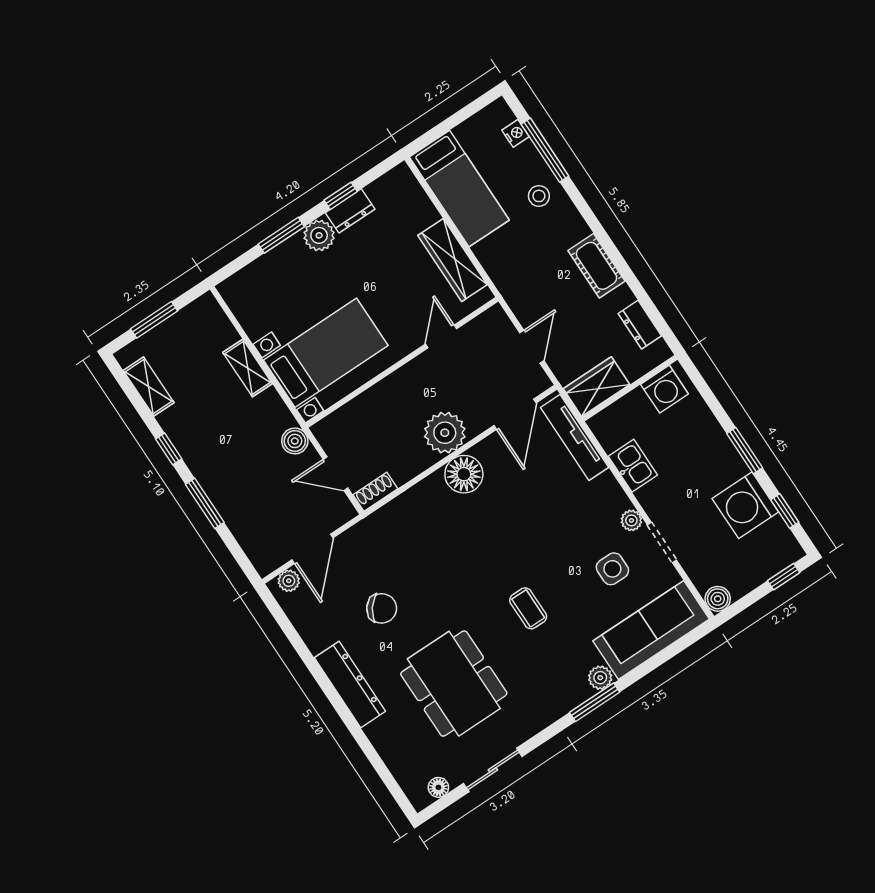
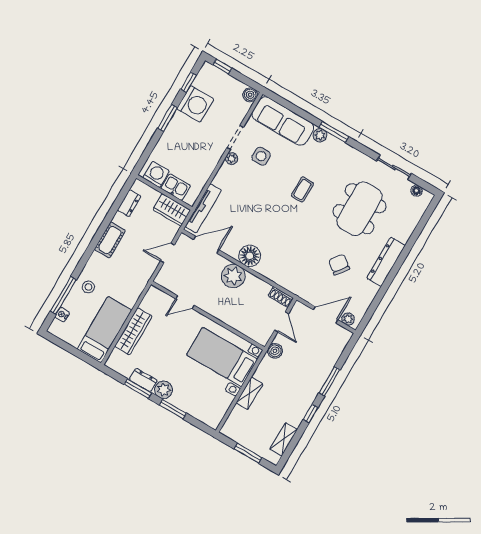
window: (341, 196) -> (138, 389), width x1.50
wardrobe: (453, 260) -> (133, 331), moved
kitchen sink: (633, 466) -> (176, 187), moved, turned 90

